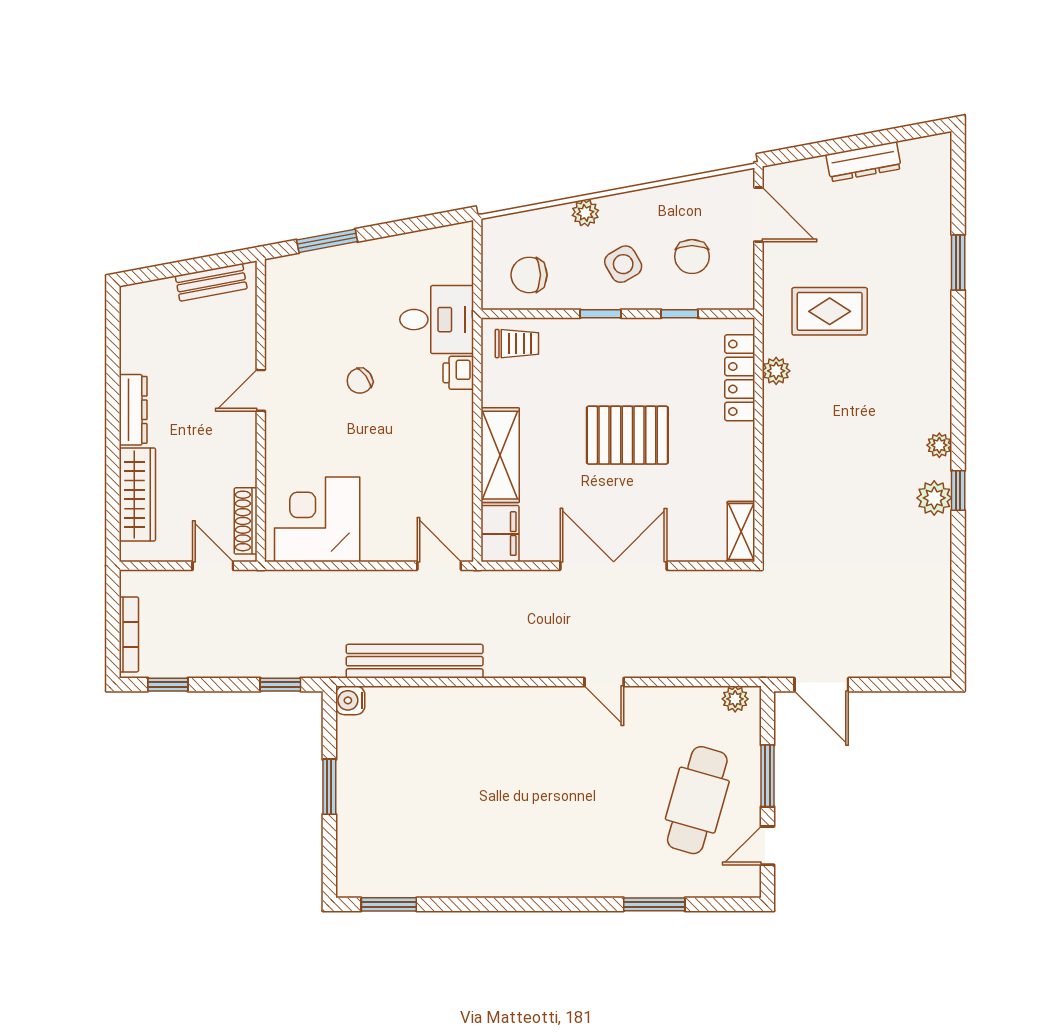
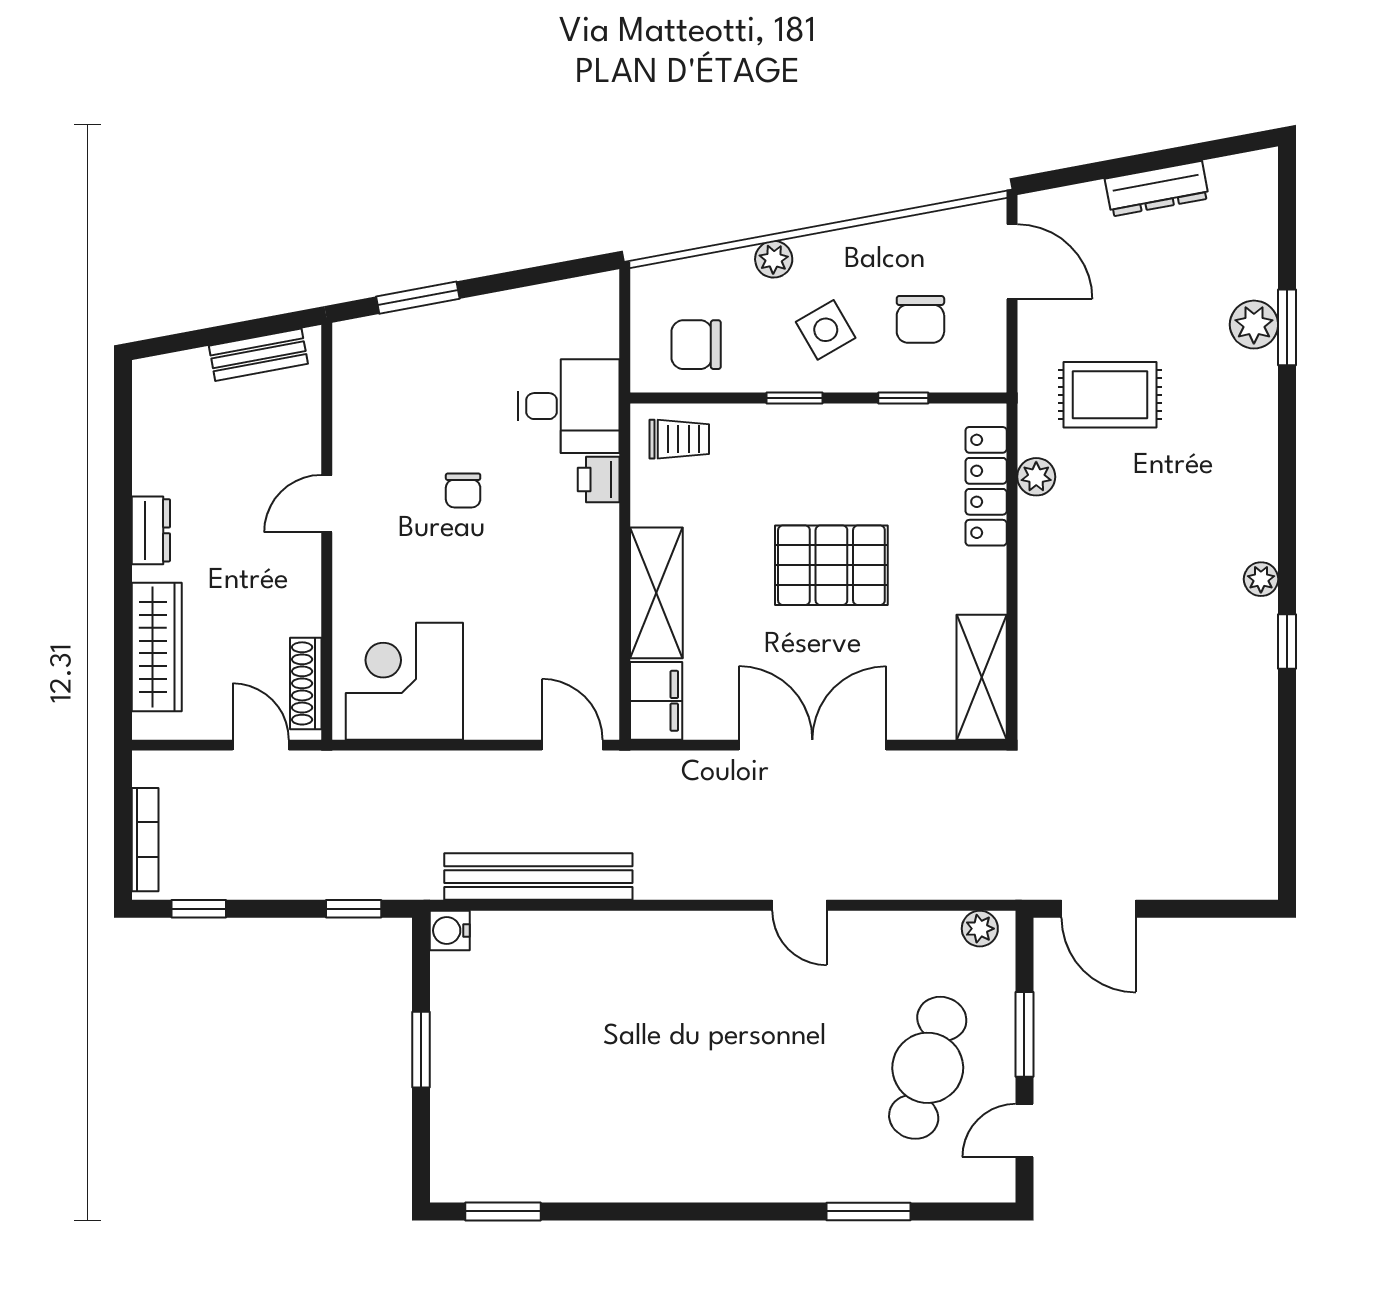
chair: (360, 381) -> (463, 490), turned -54
dresser: (133, 410) -> (151, 530), width x0.70
plant: (934, 498) -> (1254, 325), moved
shelving: (741, 532) -> (982, 677), width x1.50, depth x1.33

